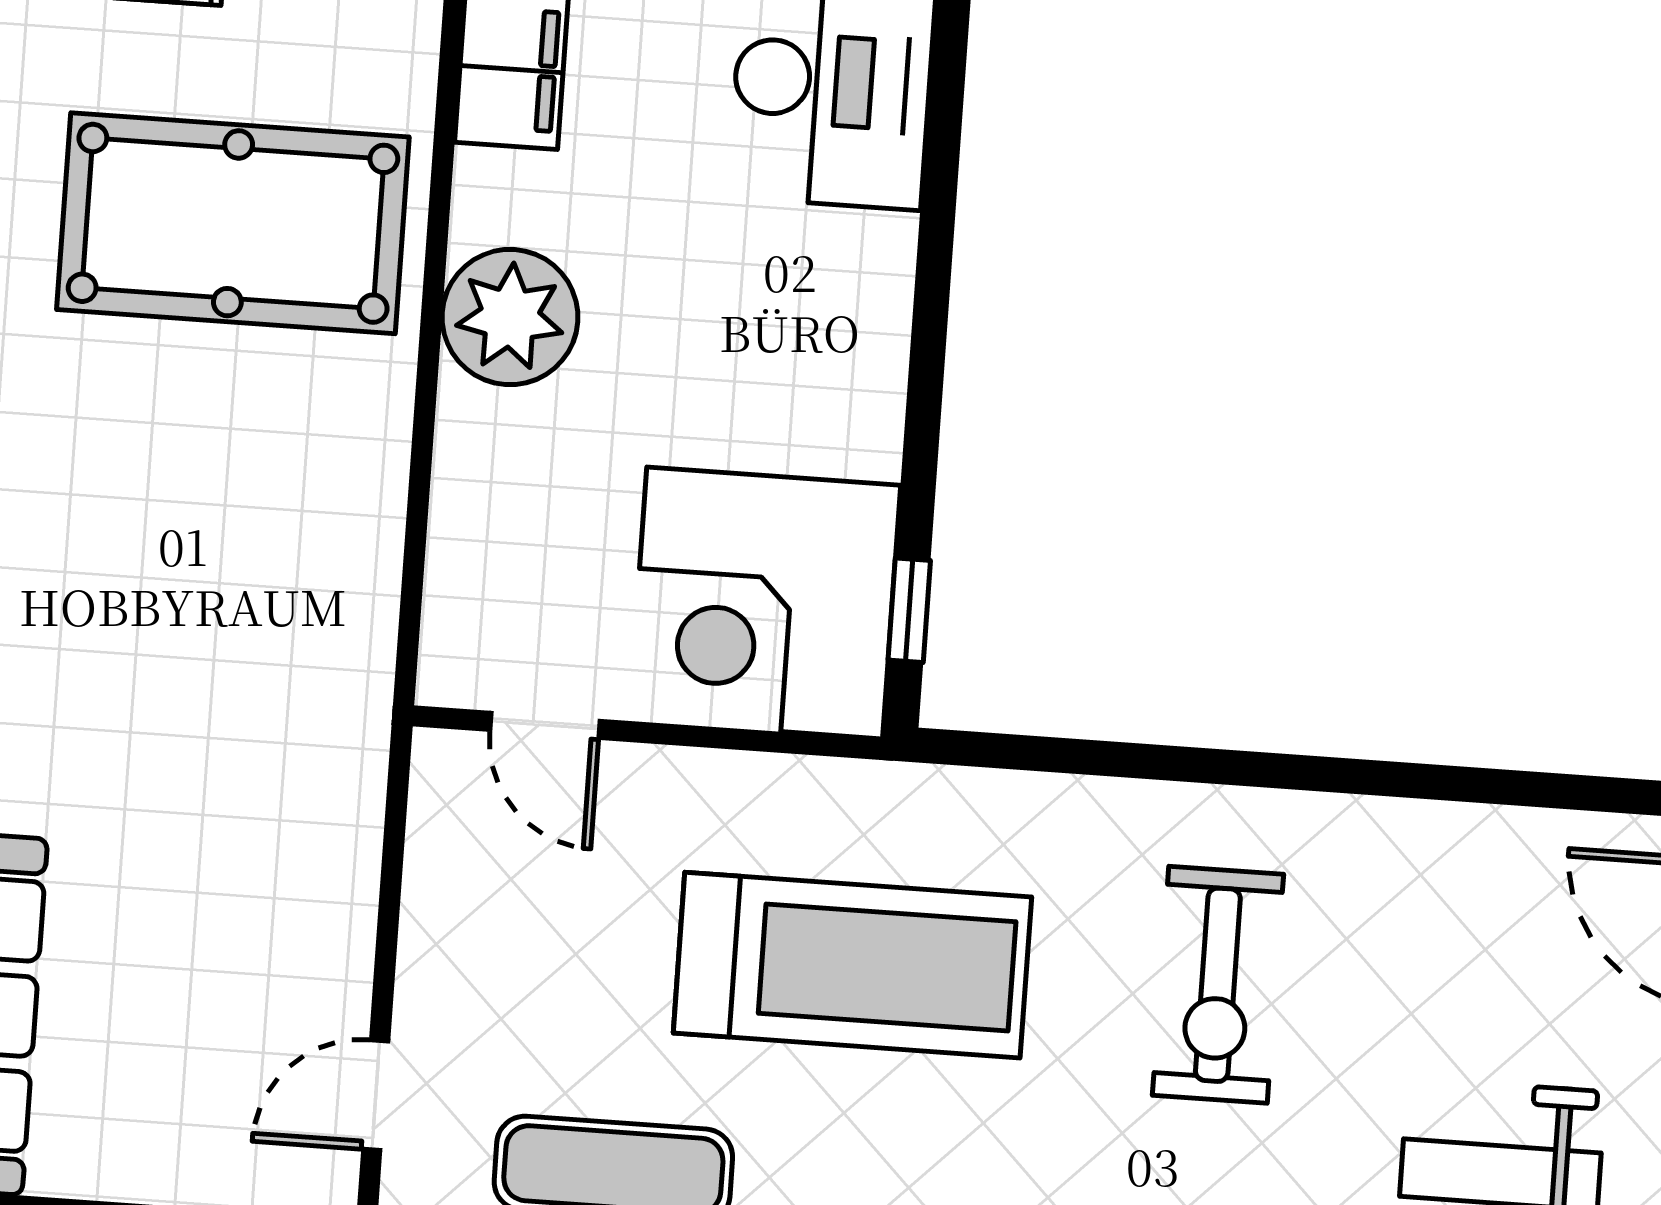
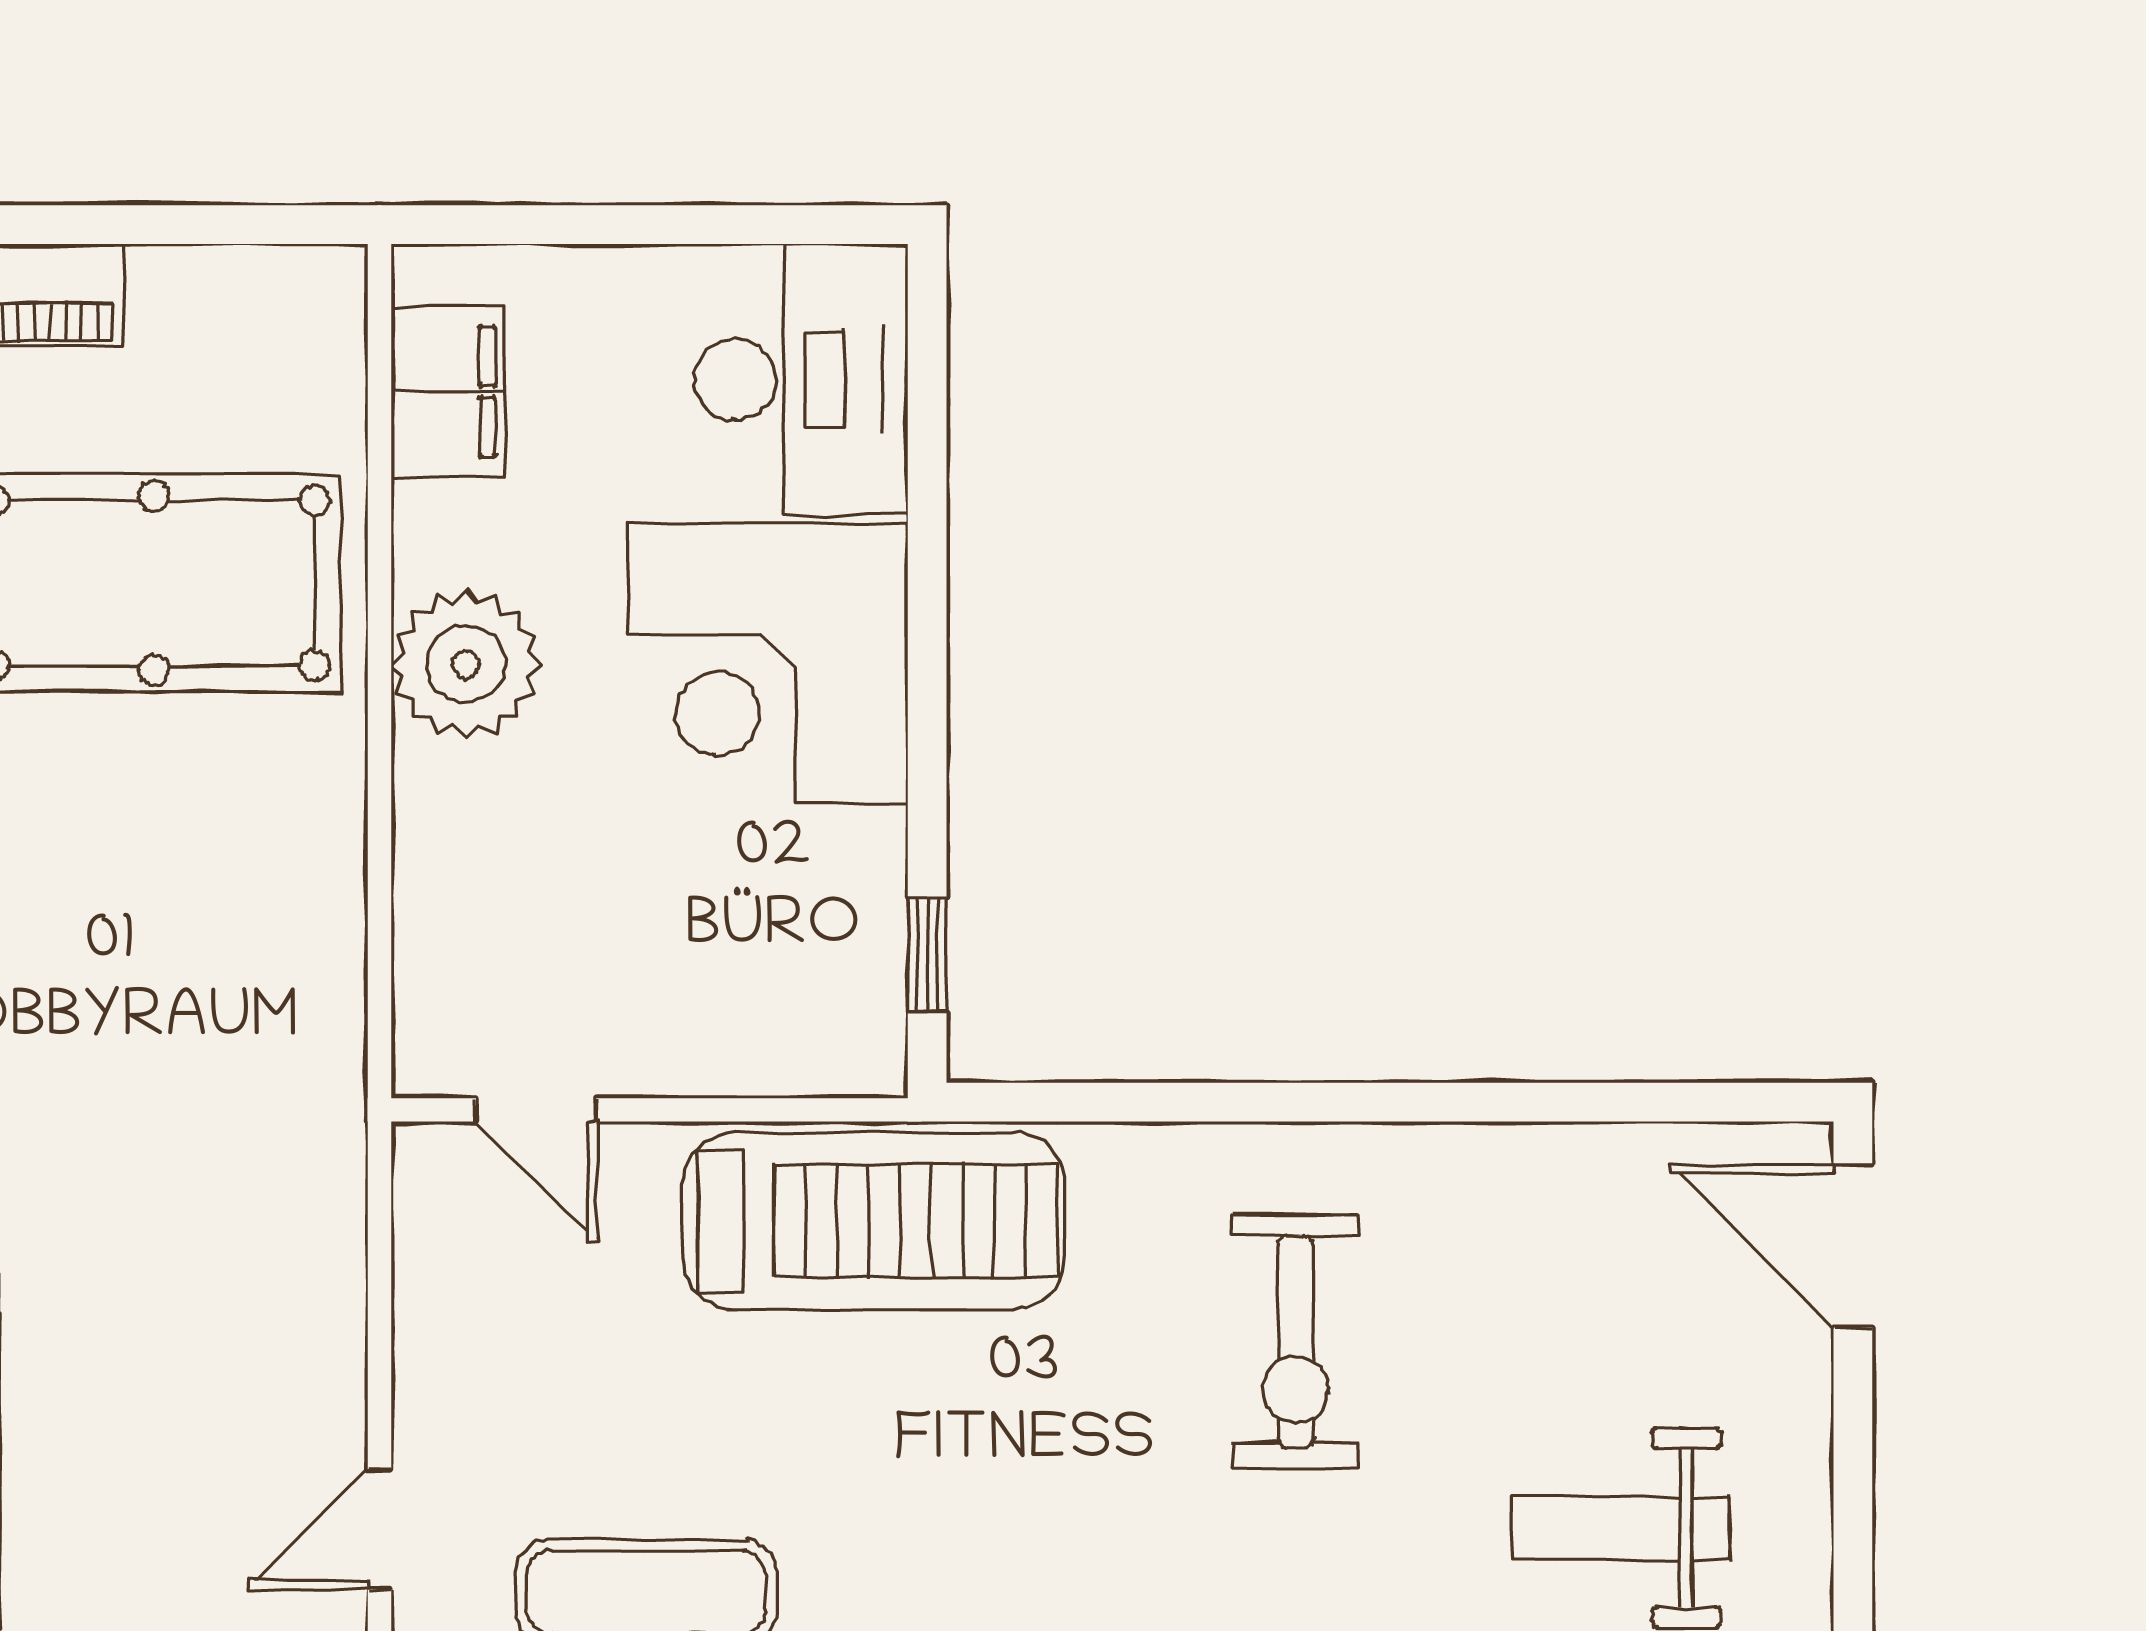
corner desk: (765, 603) -> (768, 663), moved
treadmill: (852, 965) -> (874, 1221), moved

